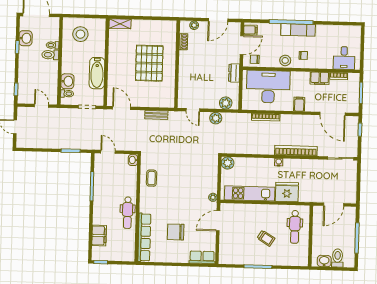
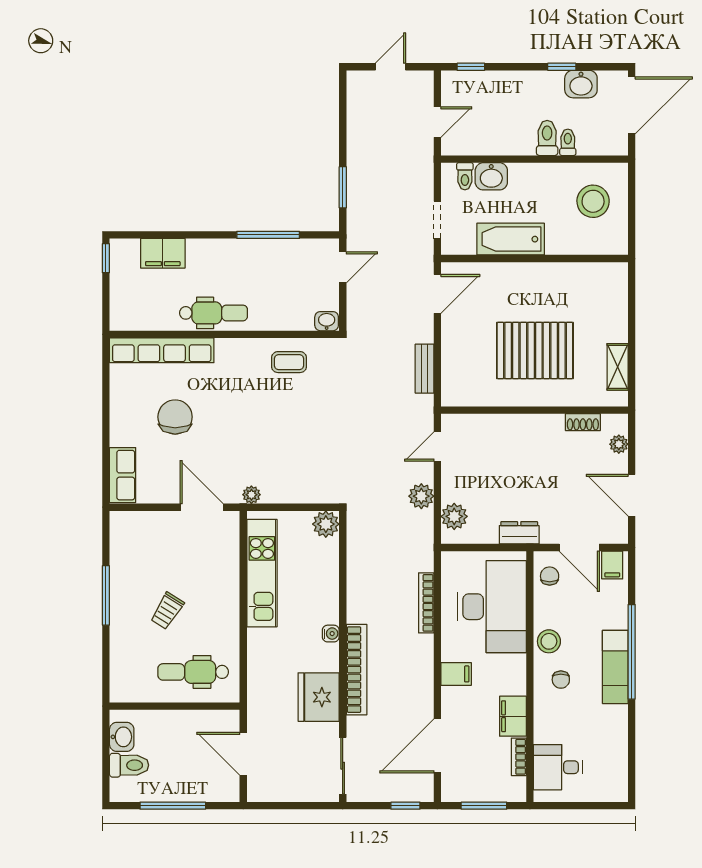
shelving: (120, 24) -> (618, 367), moved
fridge: (287, 192) -> (319, 697), moved, turned 180
dental chair: (128, 213) -> (214, 313), turned 180

